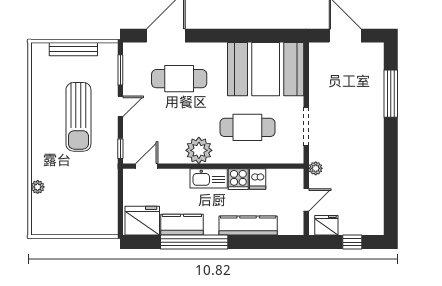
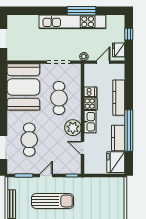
window: (391, 94) -> (81, 11), moved
door: (120, 106) -> (46, 175), hinge flipped
kitchen unit: (373, 149) -> (72, 22), added
door: (147, 166) -> (83, 148), moved
door: (306, 200) -> (103, 62), hinge flipped

